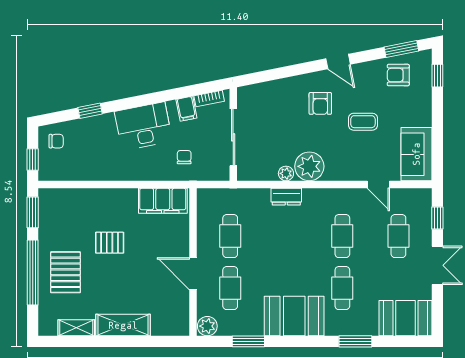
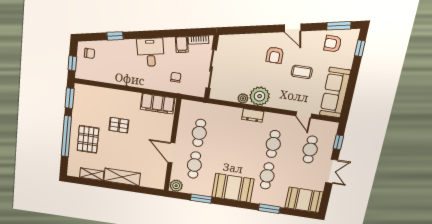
desk: (143, 126) -> (151, 52), width x0.73
sofa: (416, 154) -> (335, 93), width x1.36
dresser: (286, 197) -> (253, 115), moved

